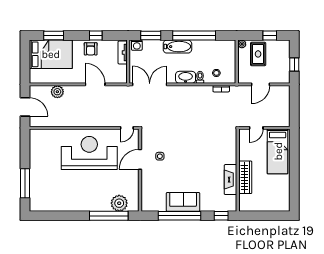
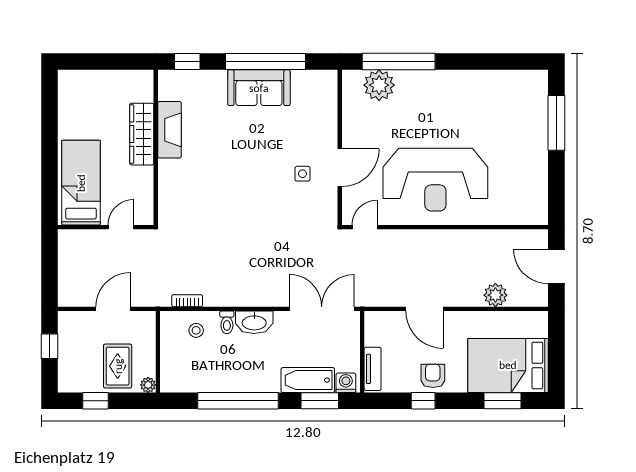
bathtub: (177, 47) -> (308, 380), moved
double door: (150, 84) -> (322, 309), swing flipped

